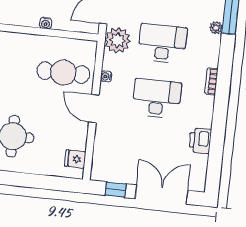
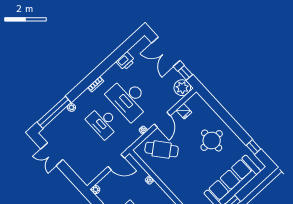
plant: (118, 40) -> (182, 88), moved
cafe table: (63, 73) -> (162, 150), turned -39
desk: (157, 98) -> (128, 99), width x1.36, depth x1.30
fridge: (75, 159) -> (184, 111), moved

